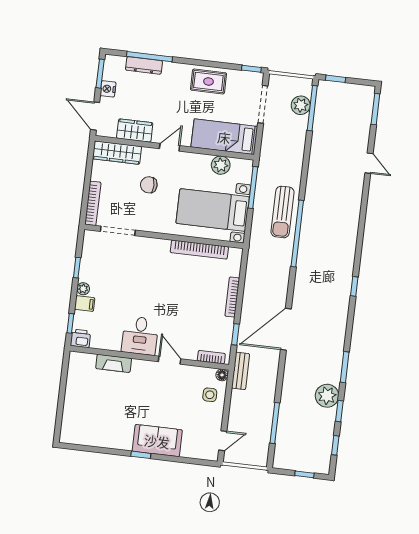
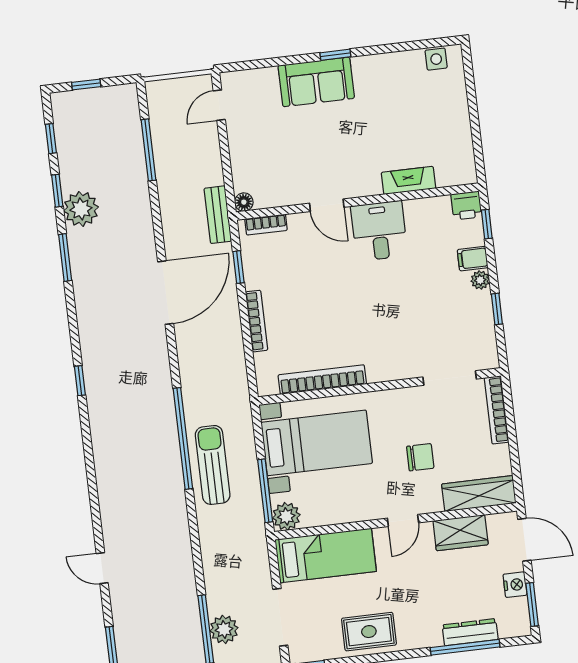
plant: (221, 165) -> (286, 516), moved
side table: (210, 395) -> (436, 59), moved

